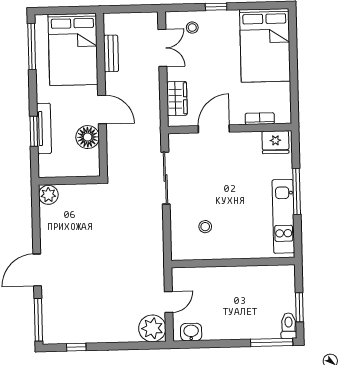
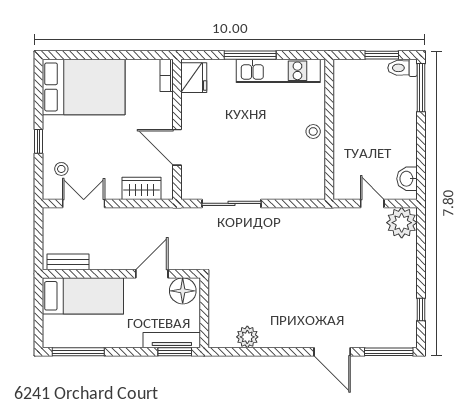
bed: (73, 49) -> (83, 296), width x0.67
bench: (111, 53) -> (68, 262), moved
bookcase: (260, 119) -> (167, 75), moved
wall: (69, 181) -> (204, 313), moved
stool: (205, 227) -> (313, 131), moved

